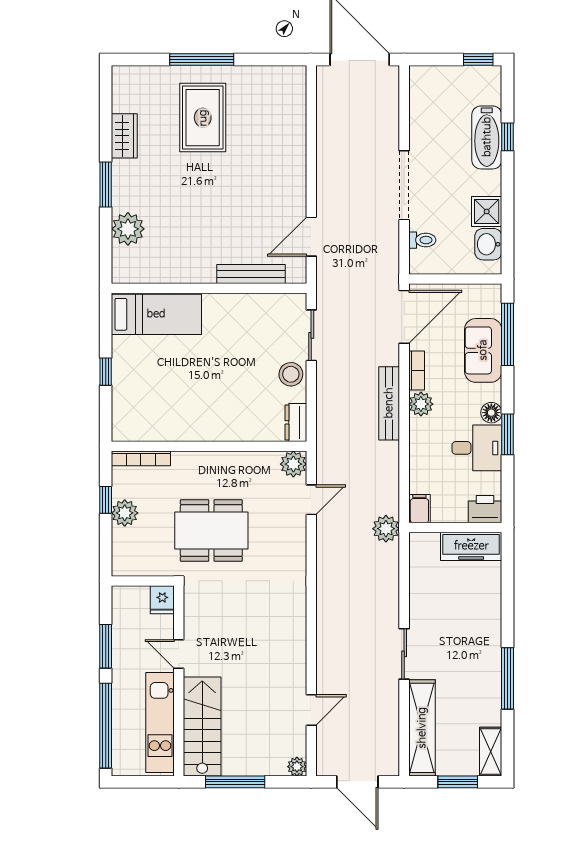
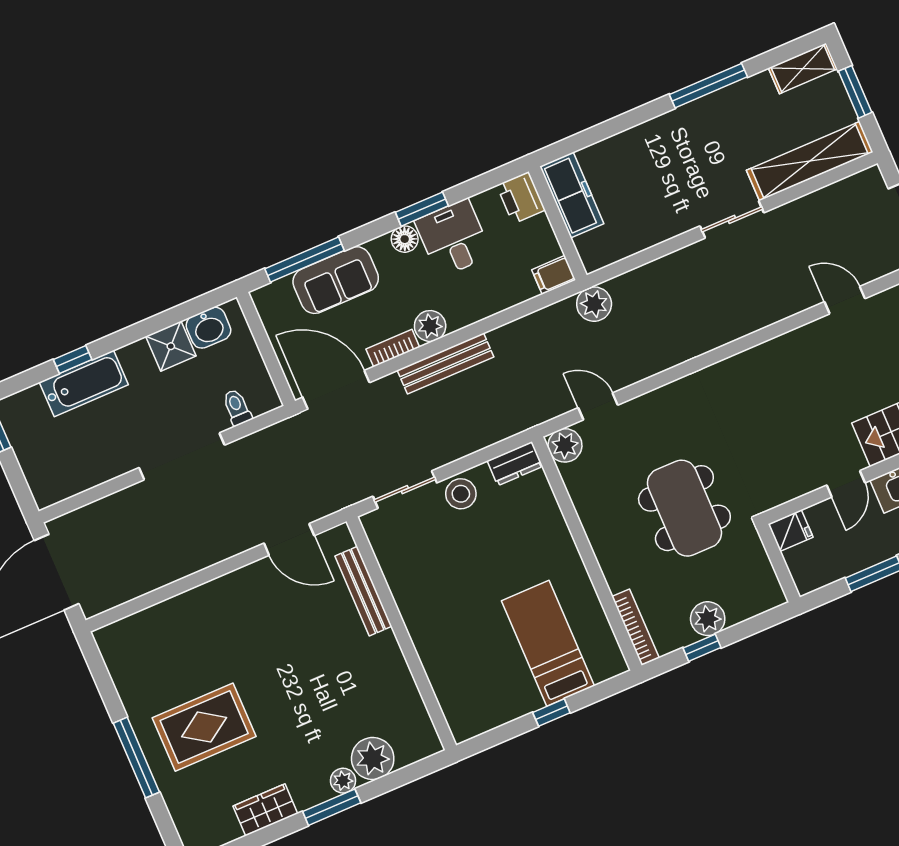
plant: (121, 201) -> (343, 781), added
bed: (156, 314) -> (548, 643), moved

